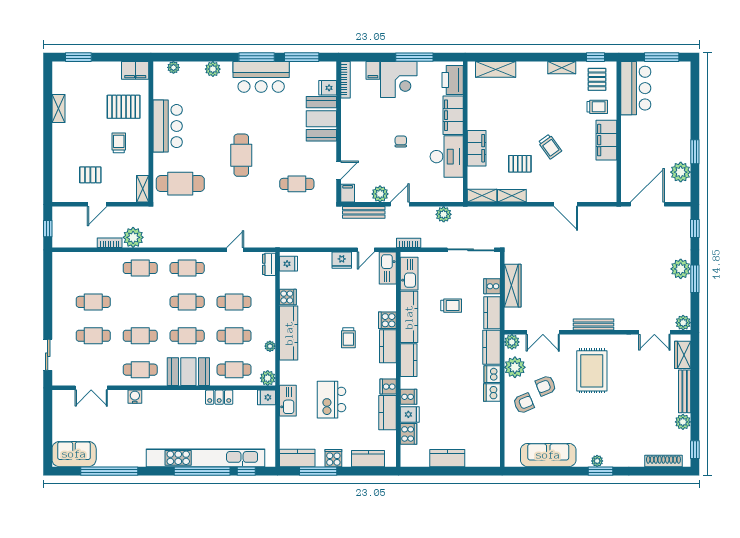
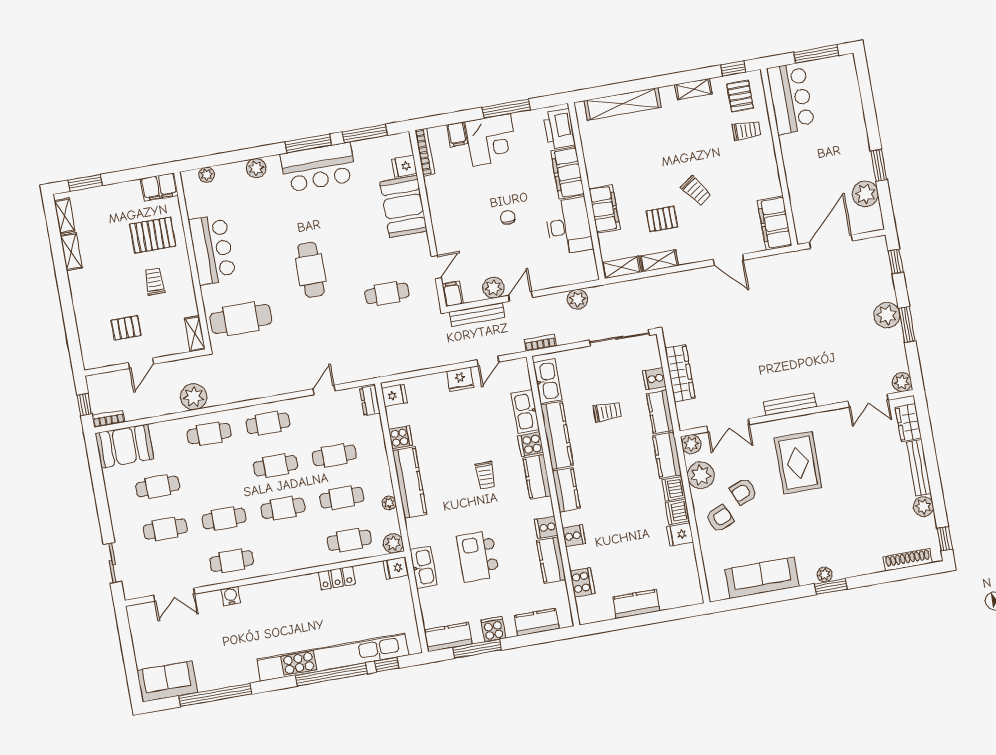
shelving: (496, 69) -> (622, 104), width x1.47
shelving: (58, 80) -> (64, 216), added
filing cabinet: (606, 140) -> (775, 223), moved
bookcase: (110, 243) -> (108, 419), moved
kitchen sink: (388, 268) -> (525, 411), moved
booth: (188, 372) -> (124, 446), moved
fridge: (410, 414) -> (680, 534), moved, turned 180

